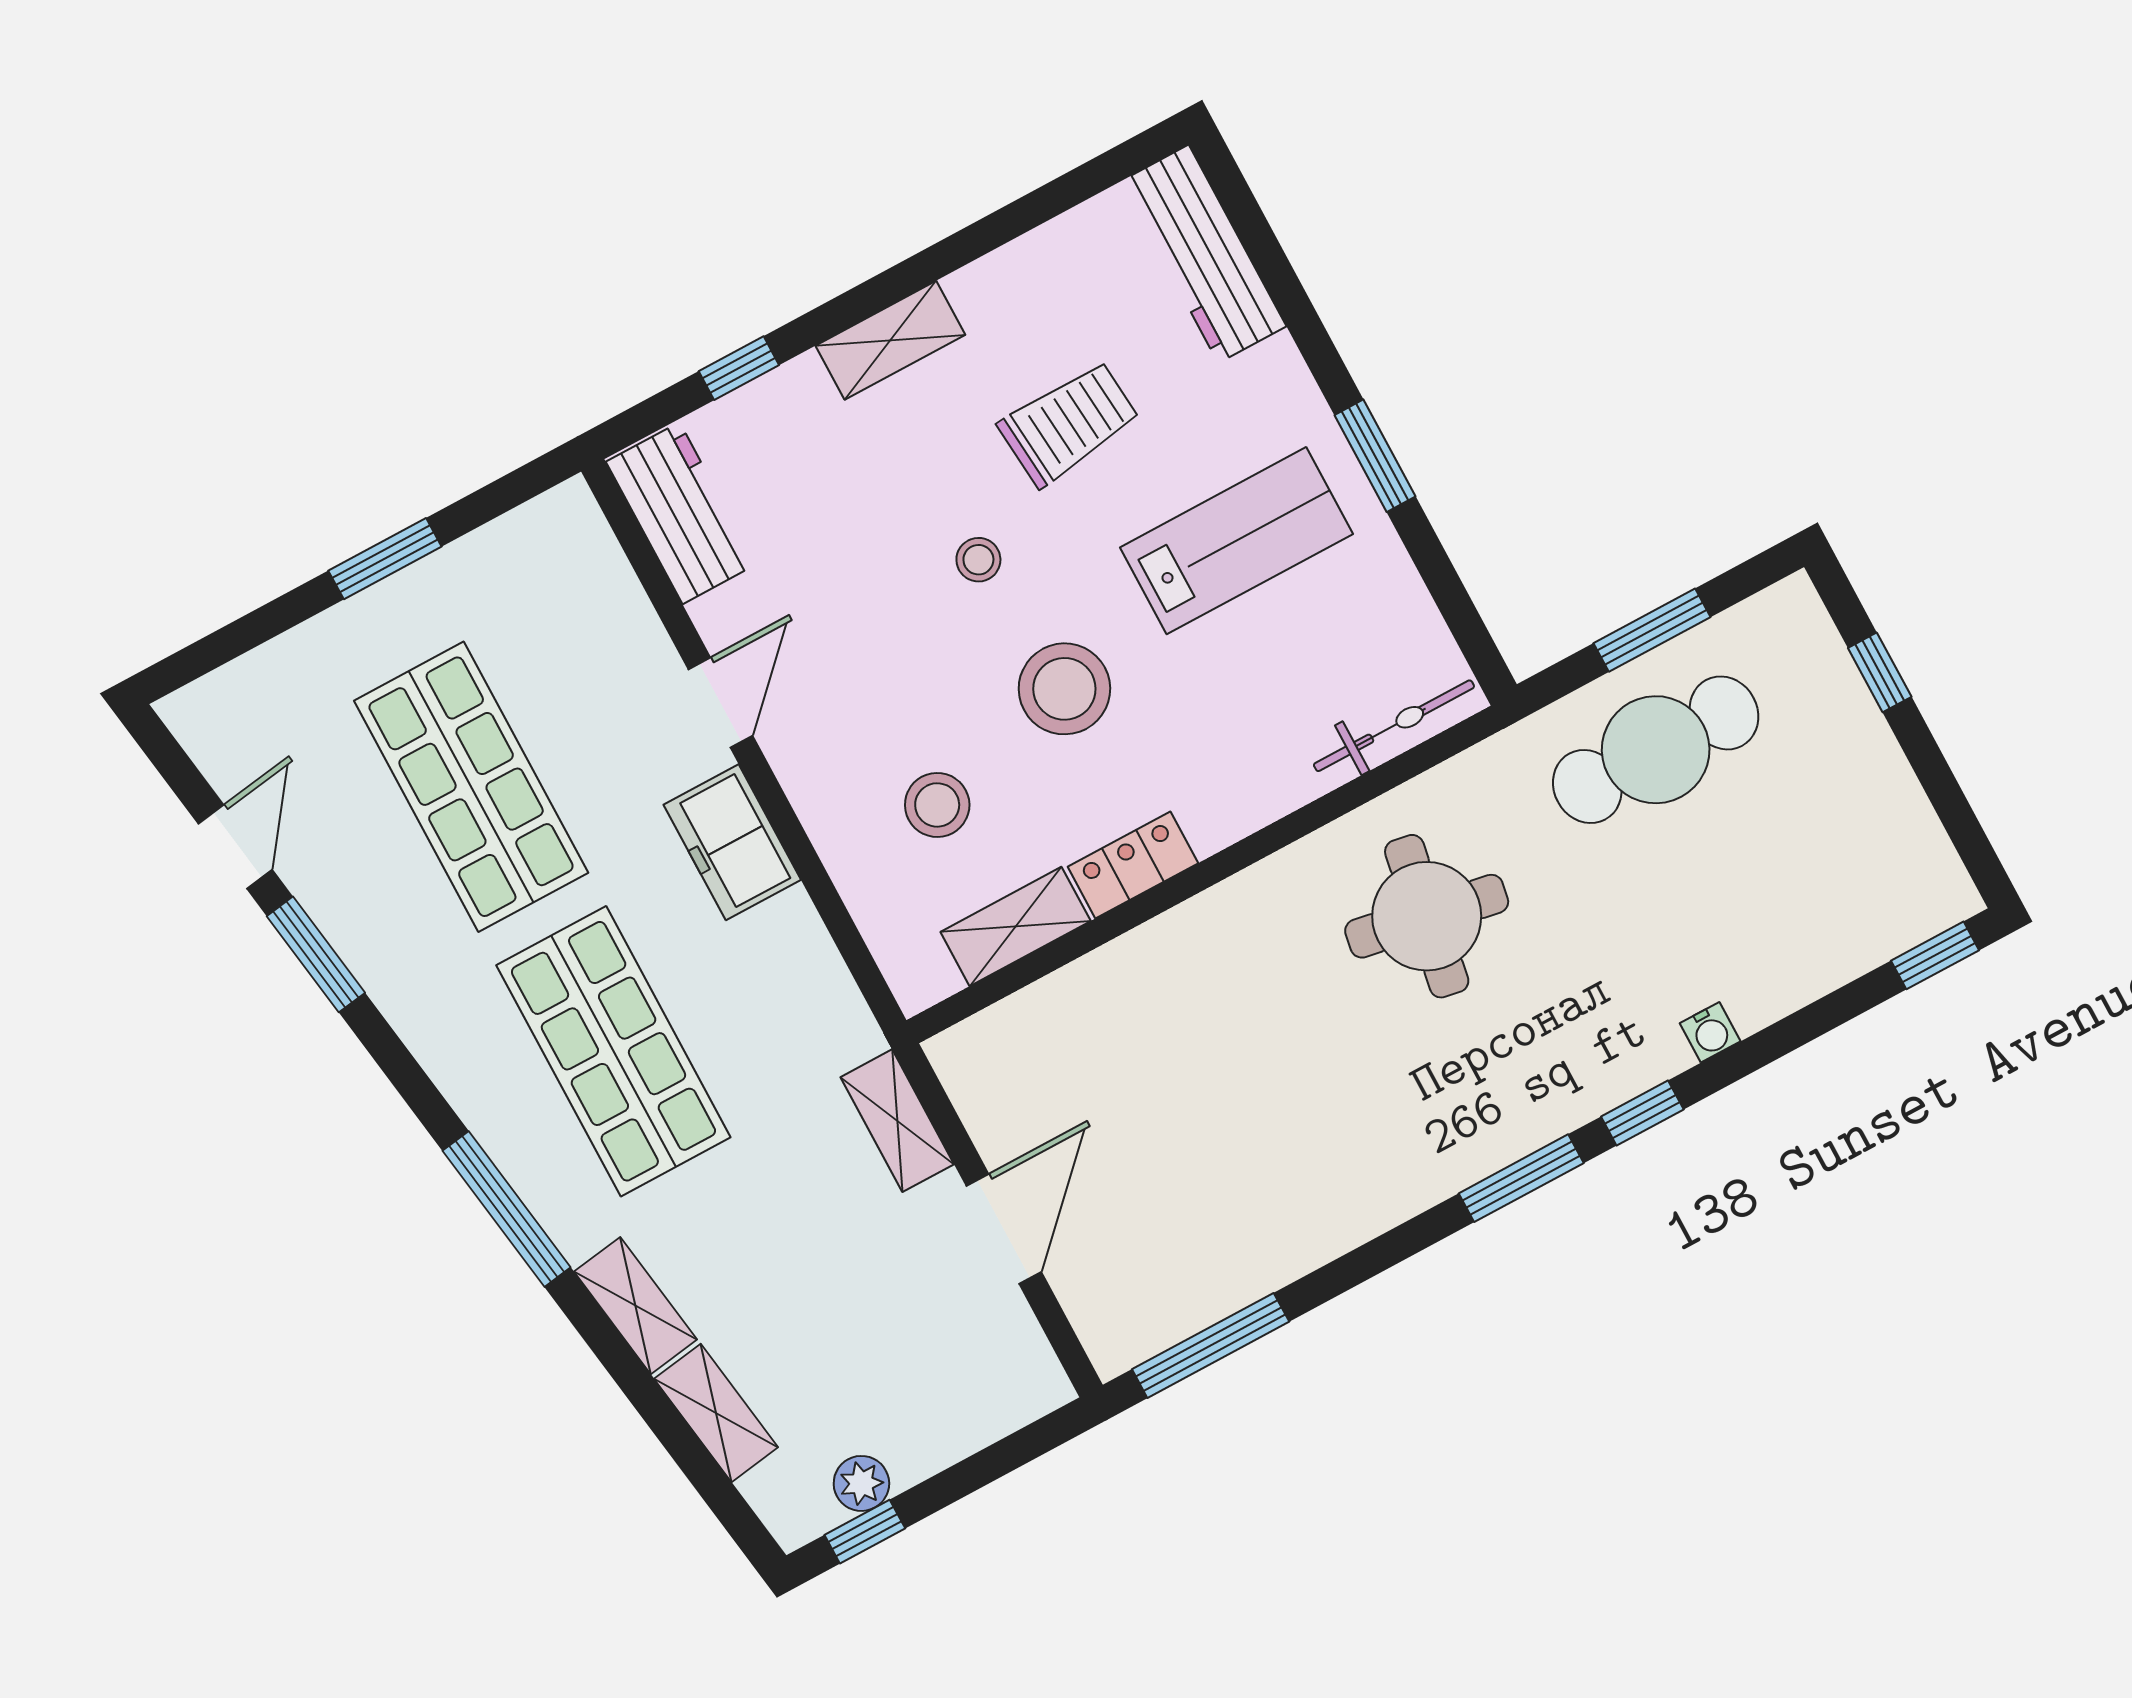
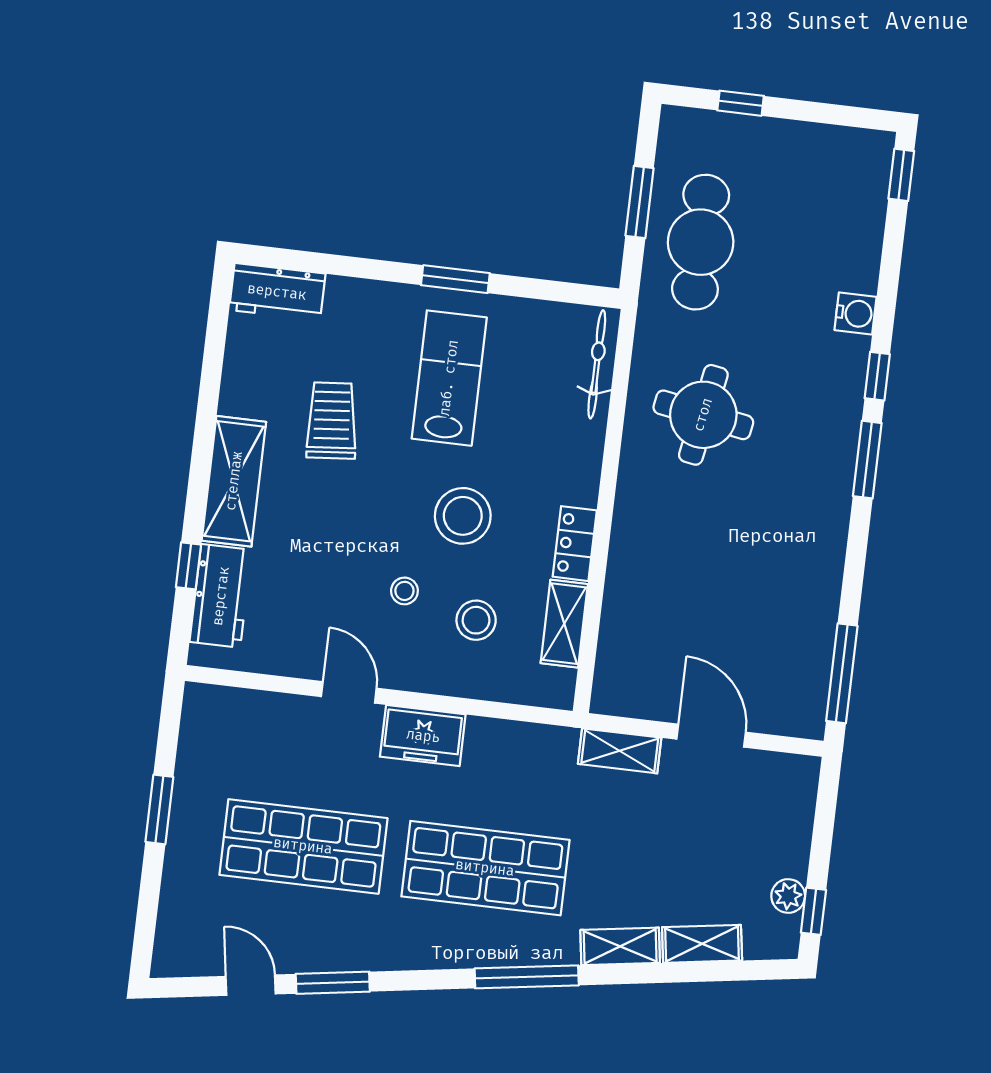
workbench: (1203, 254) -> (277, 292), width x0.73
shelving: (890, 340) -> (234, 481), width x1.50, depth x1.33
workbench: (681, 513) -> (221, 596), moved, turned 90
stool: (978, 560) -> (404, 591), moved
water cooler: (1710, 1032) -> (856, 313), width x1.38, depth x1.38

